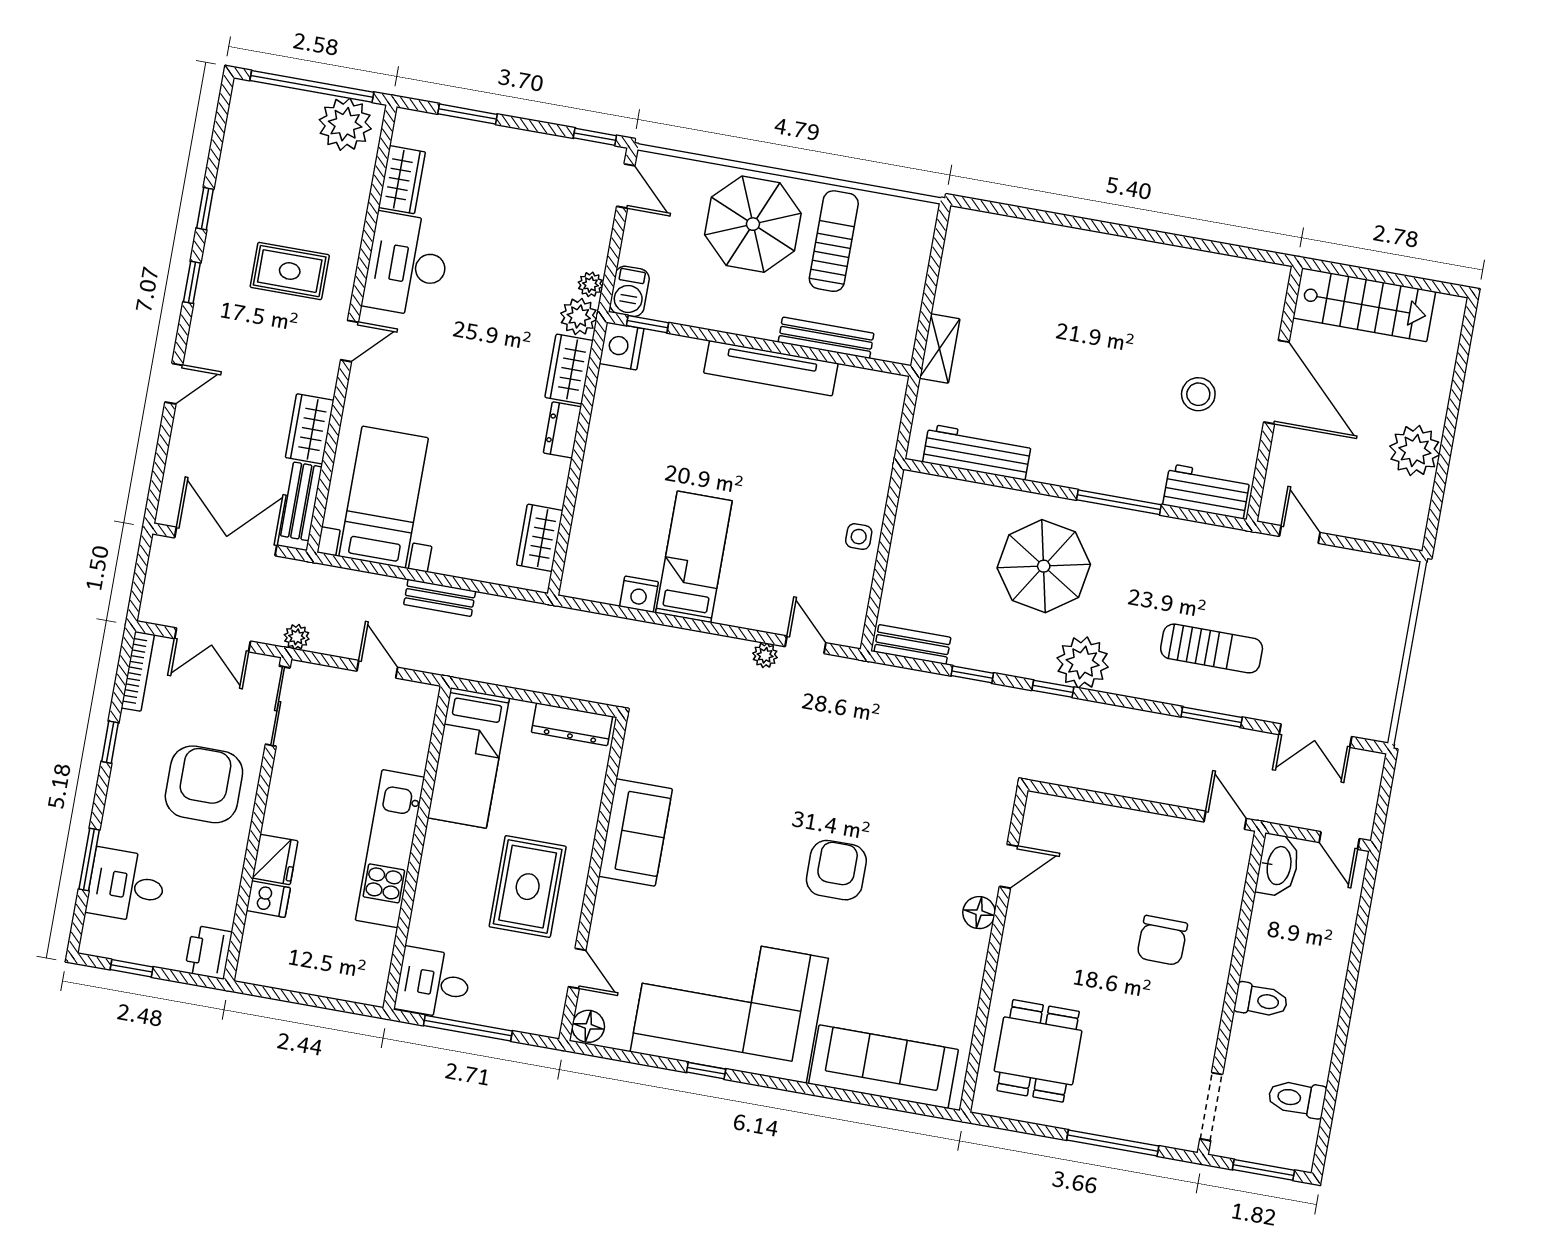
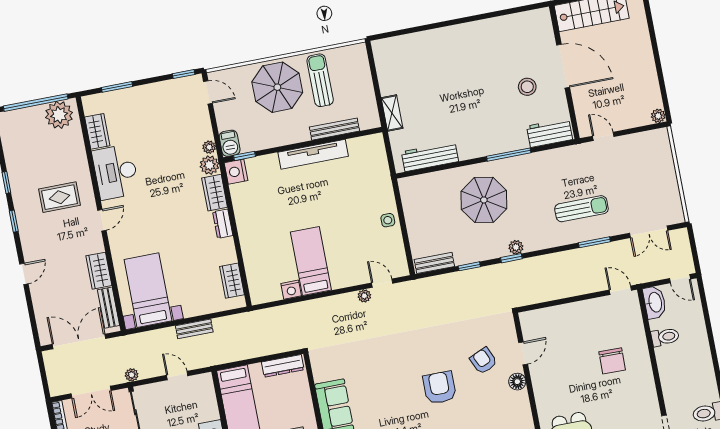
plant: (1415, 450) -> (658, 116), moved, width x0.53, depth x0.53
plant: (1083, 663) -> (516, 247), width x0.53, depth x0.53
armchair: (933, 852) -> (483, 361), added
toilet: (1261, 1000) -> (665, 337), moved

